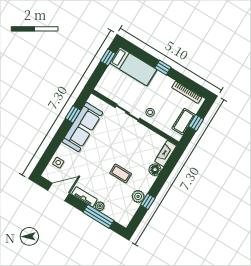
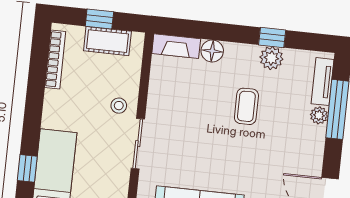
window: (163, 68) -> (27, 168), moved
tv unit: (84, 197) -> (323, 82), moved

